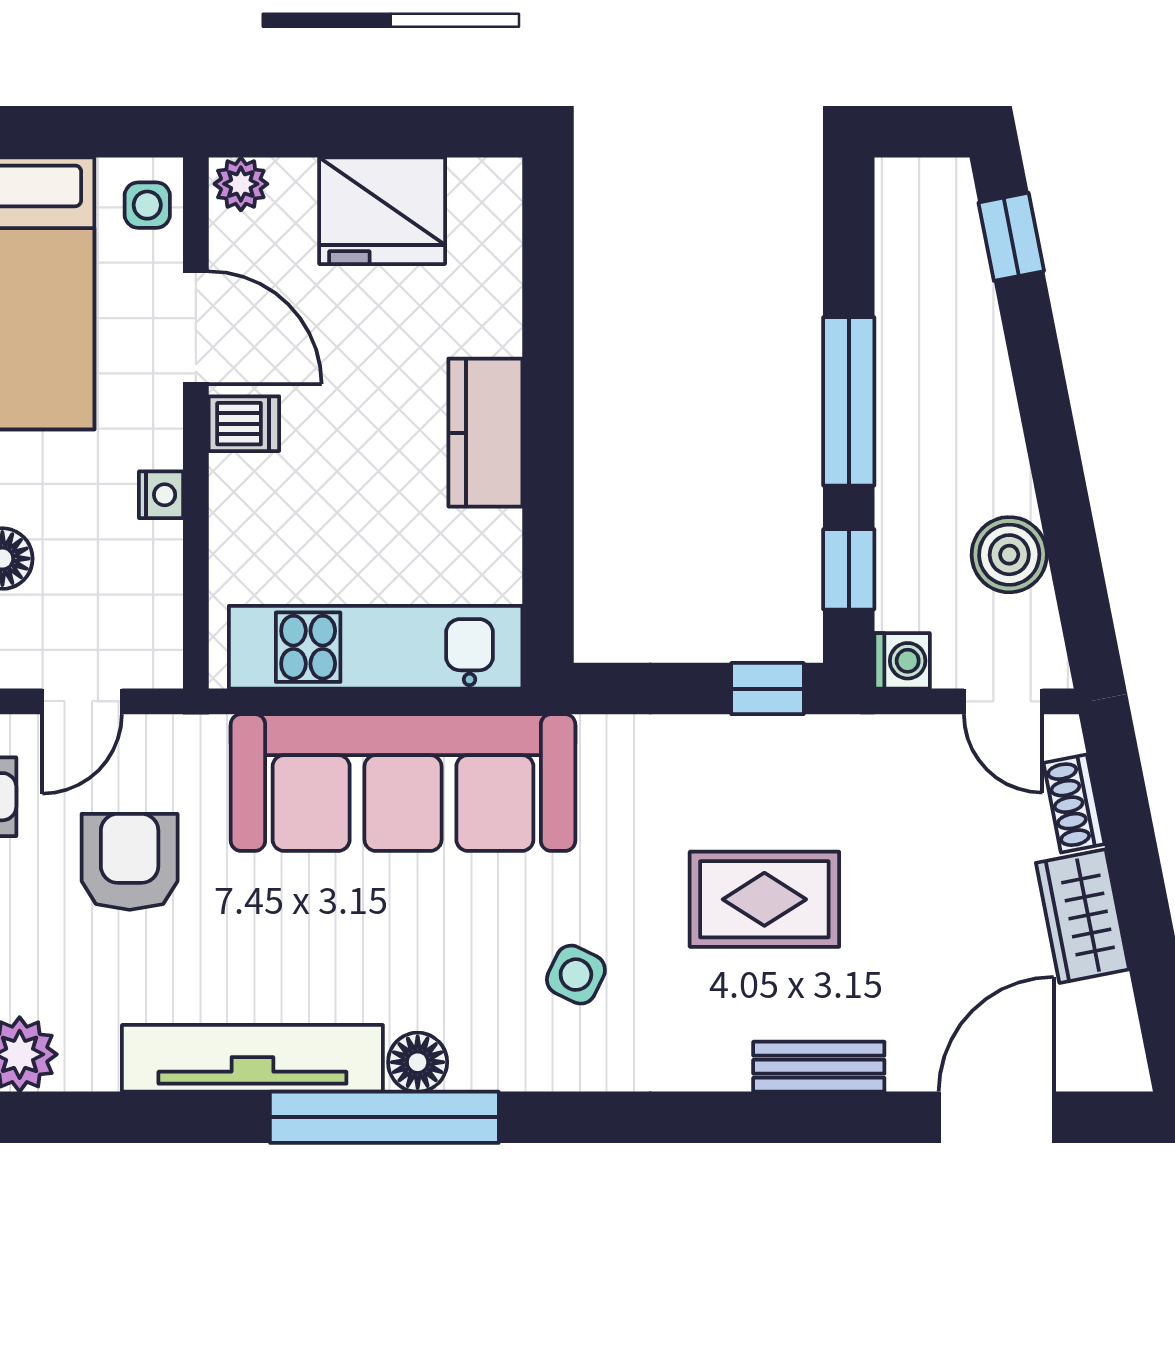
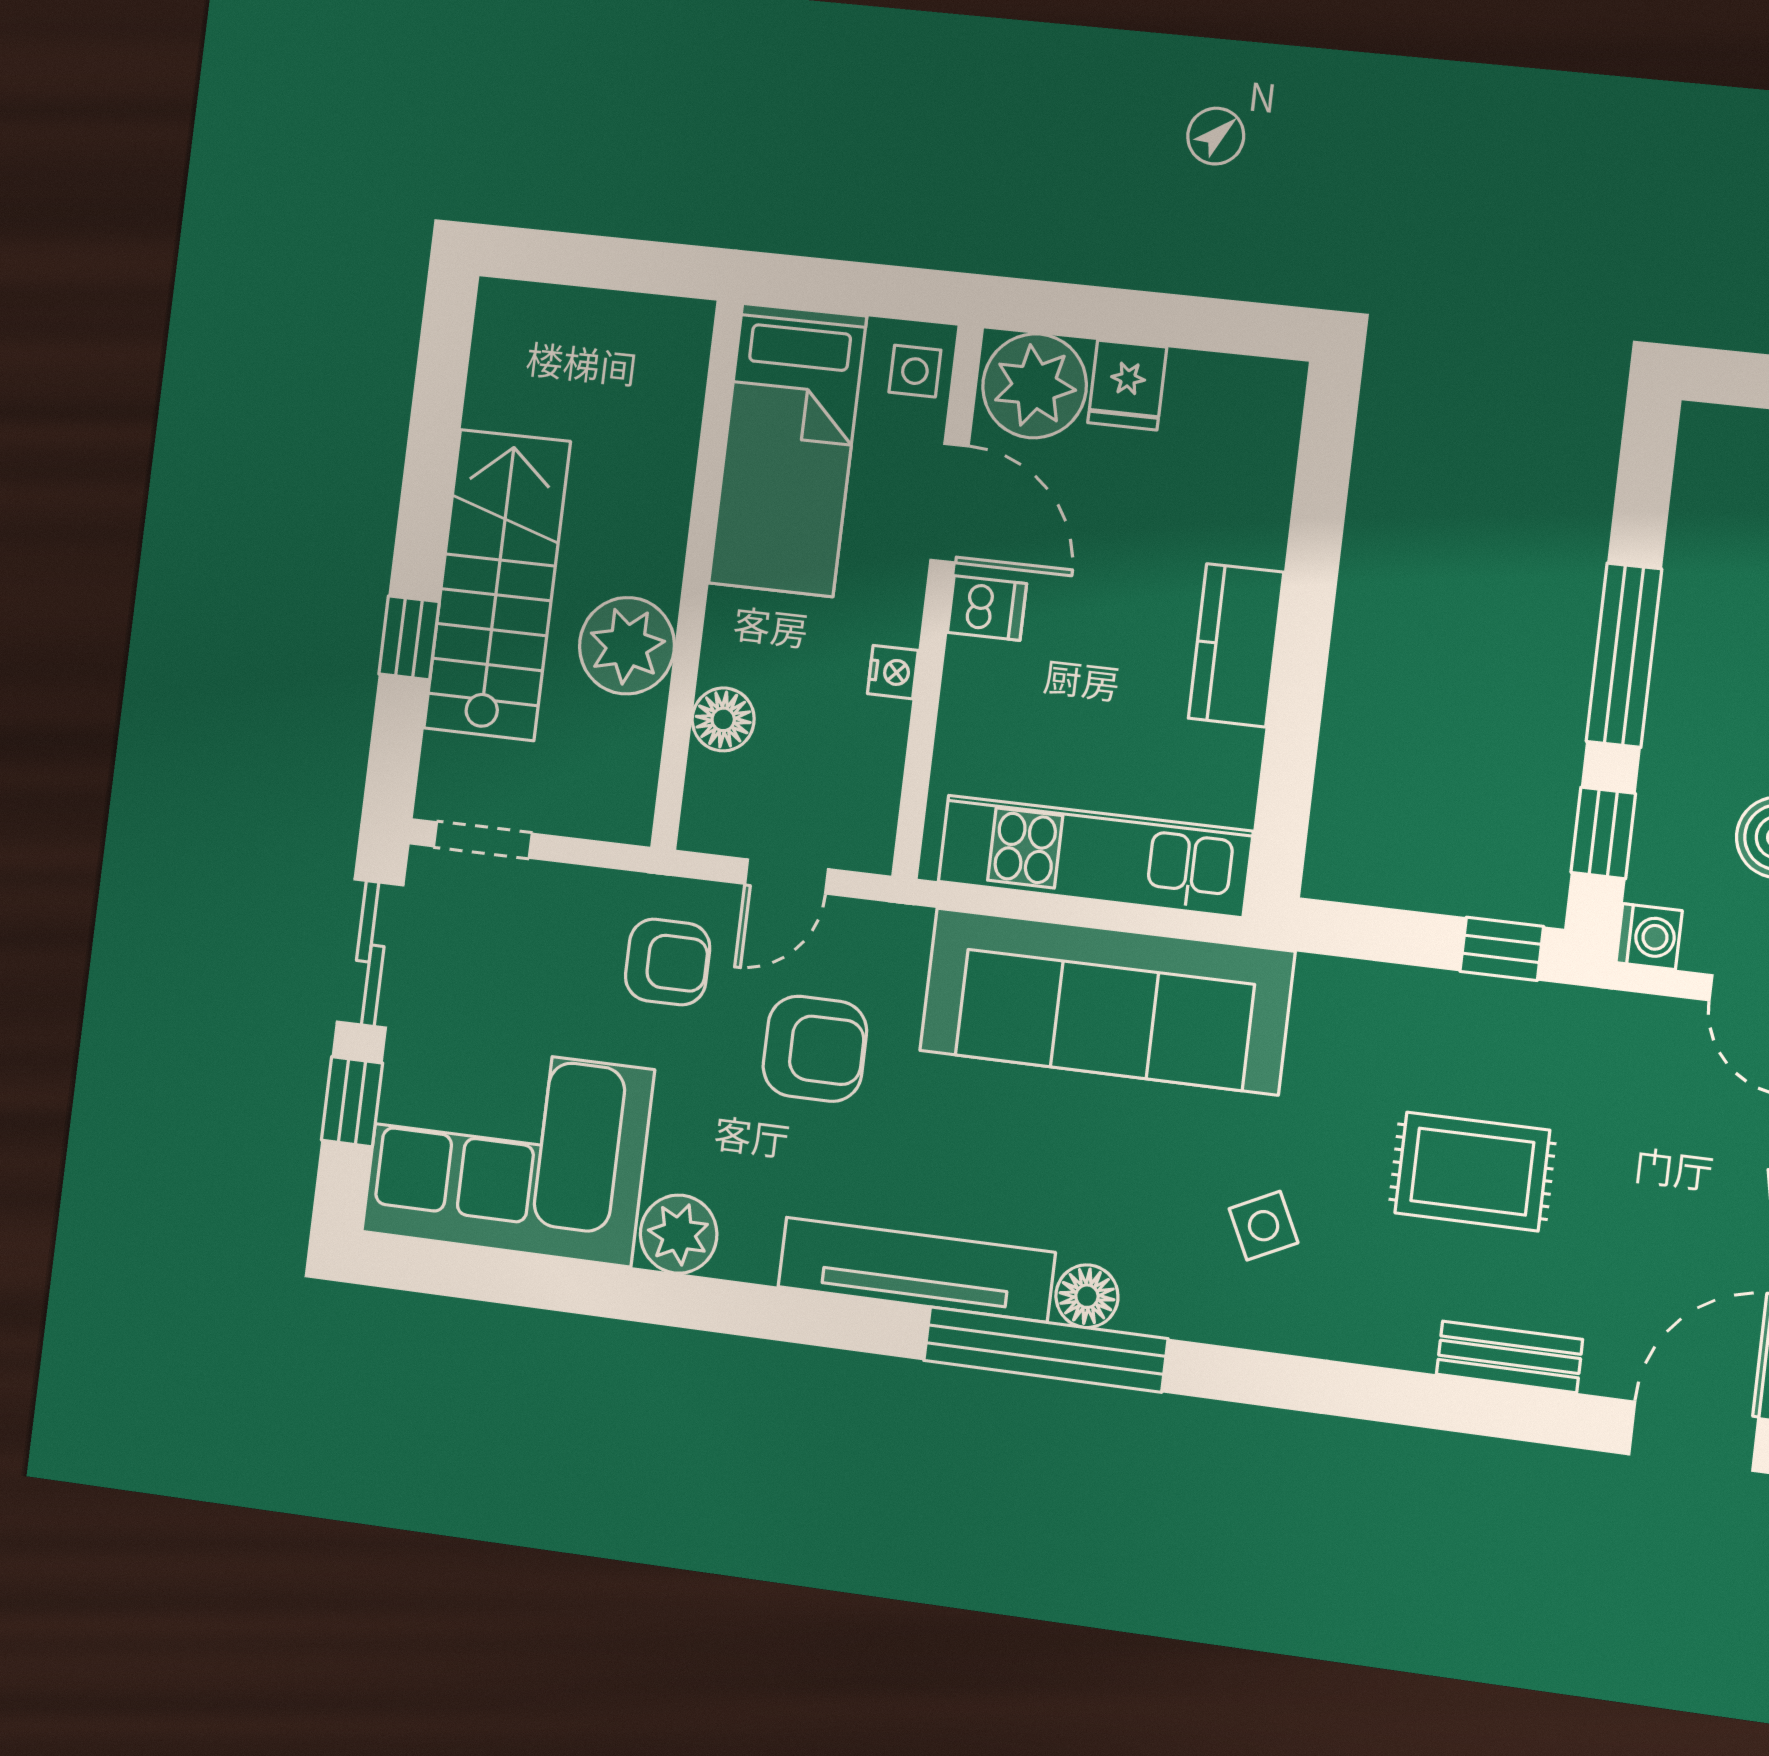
plant: (241, 184) -> (1035, 386), width x1.87, depth x1.87
fridge: (382, 211) -> (1127, 385), width x0.53, depth x0.75
armchair: (130, 862) -> (815, 1049), turned 90
side table: (576, 975) -> (1264, 1226), turned 38

